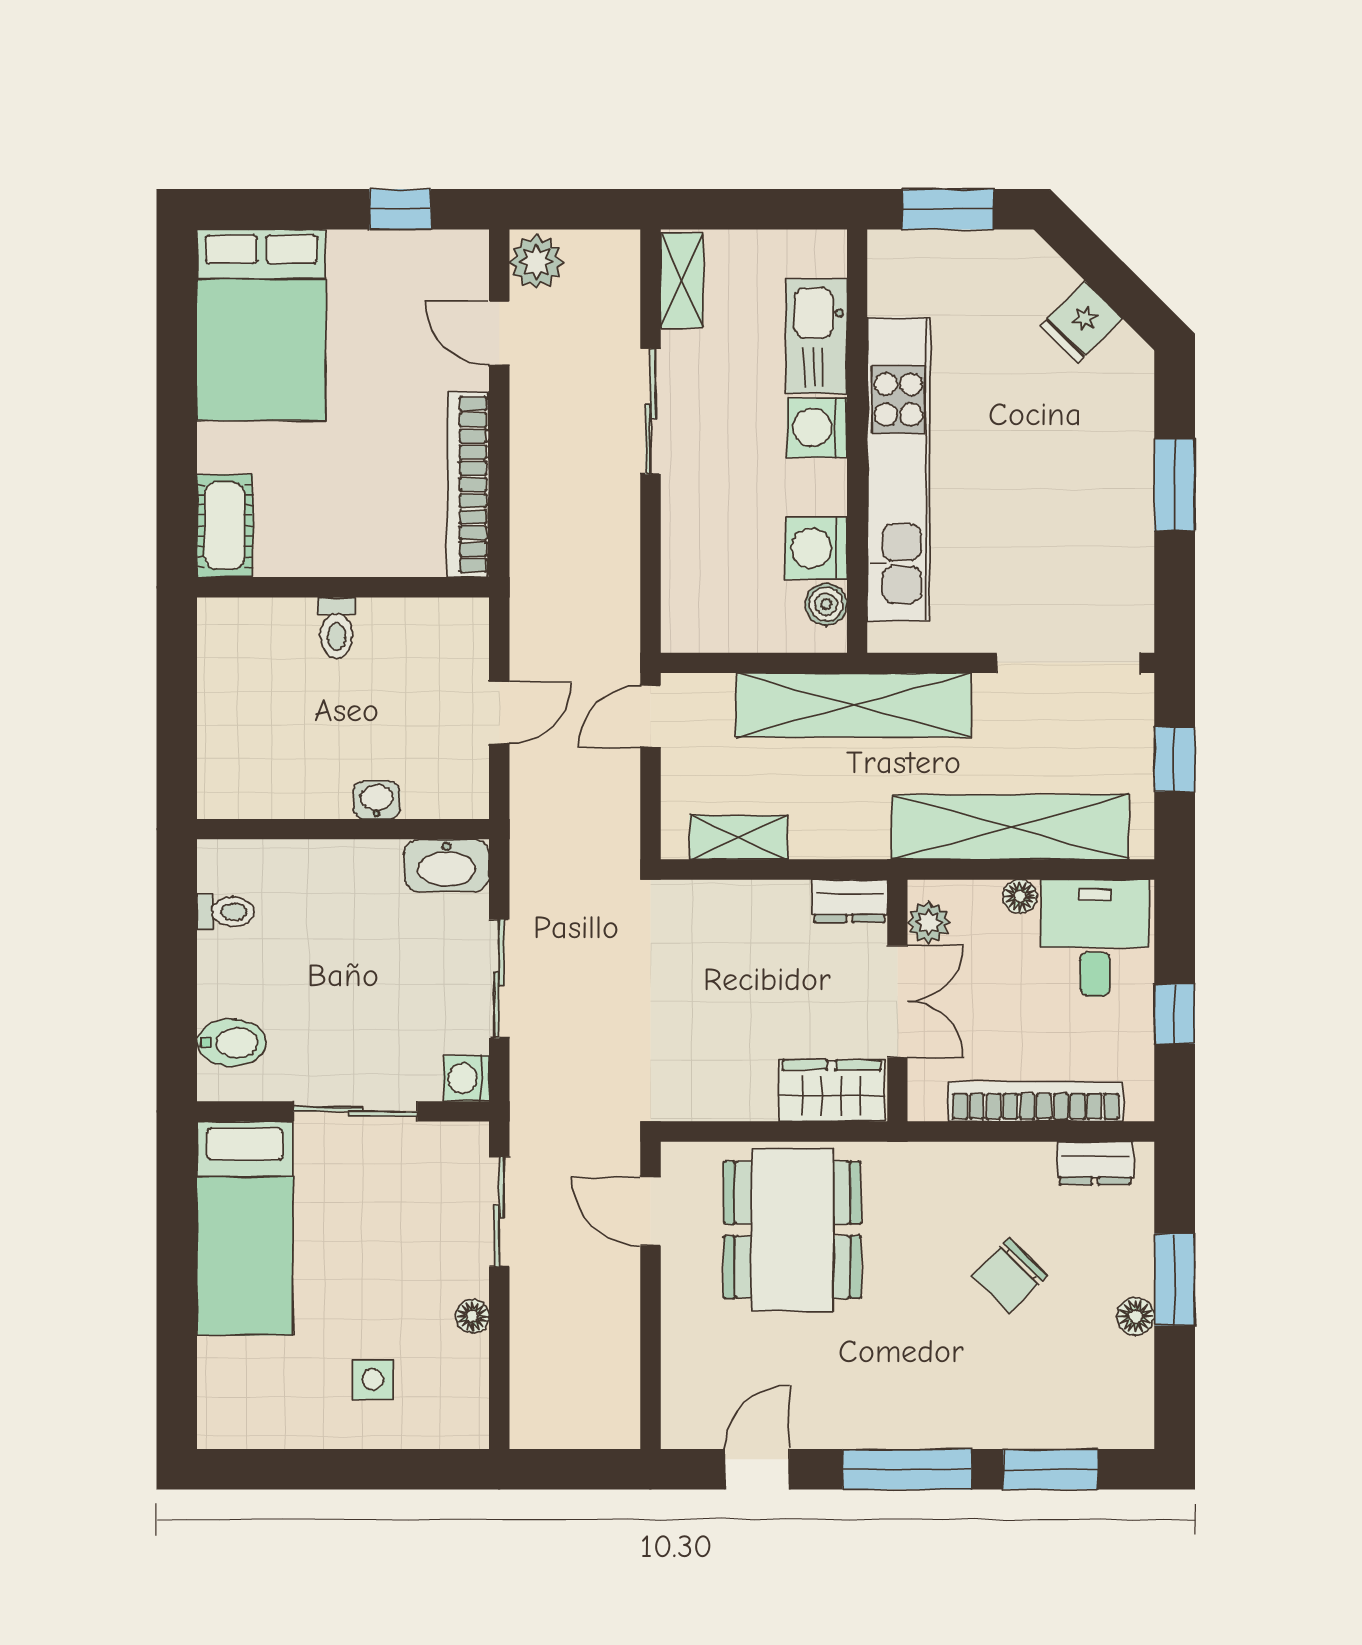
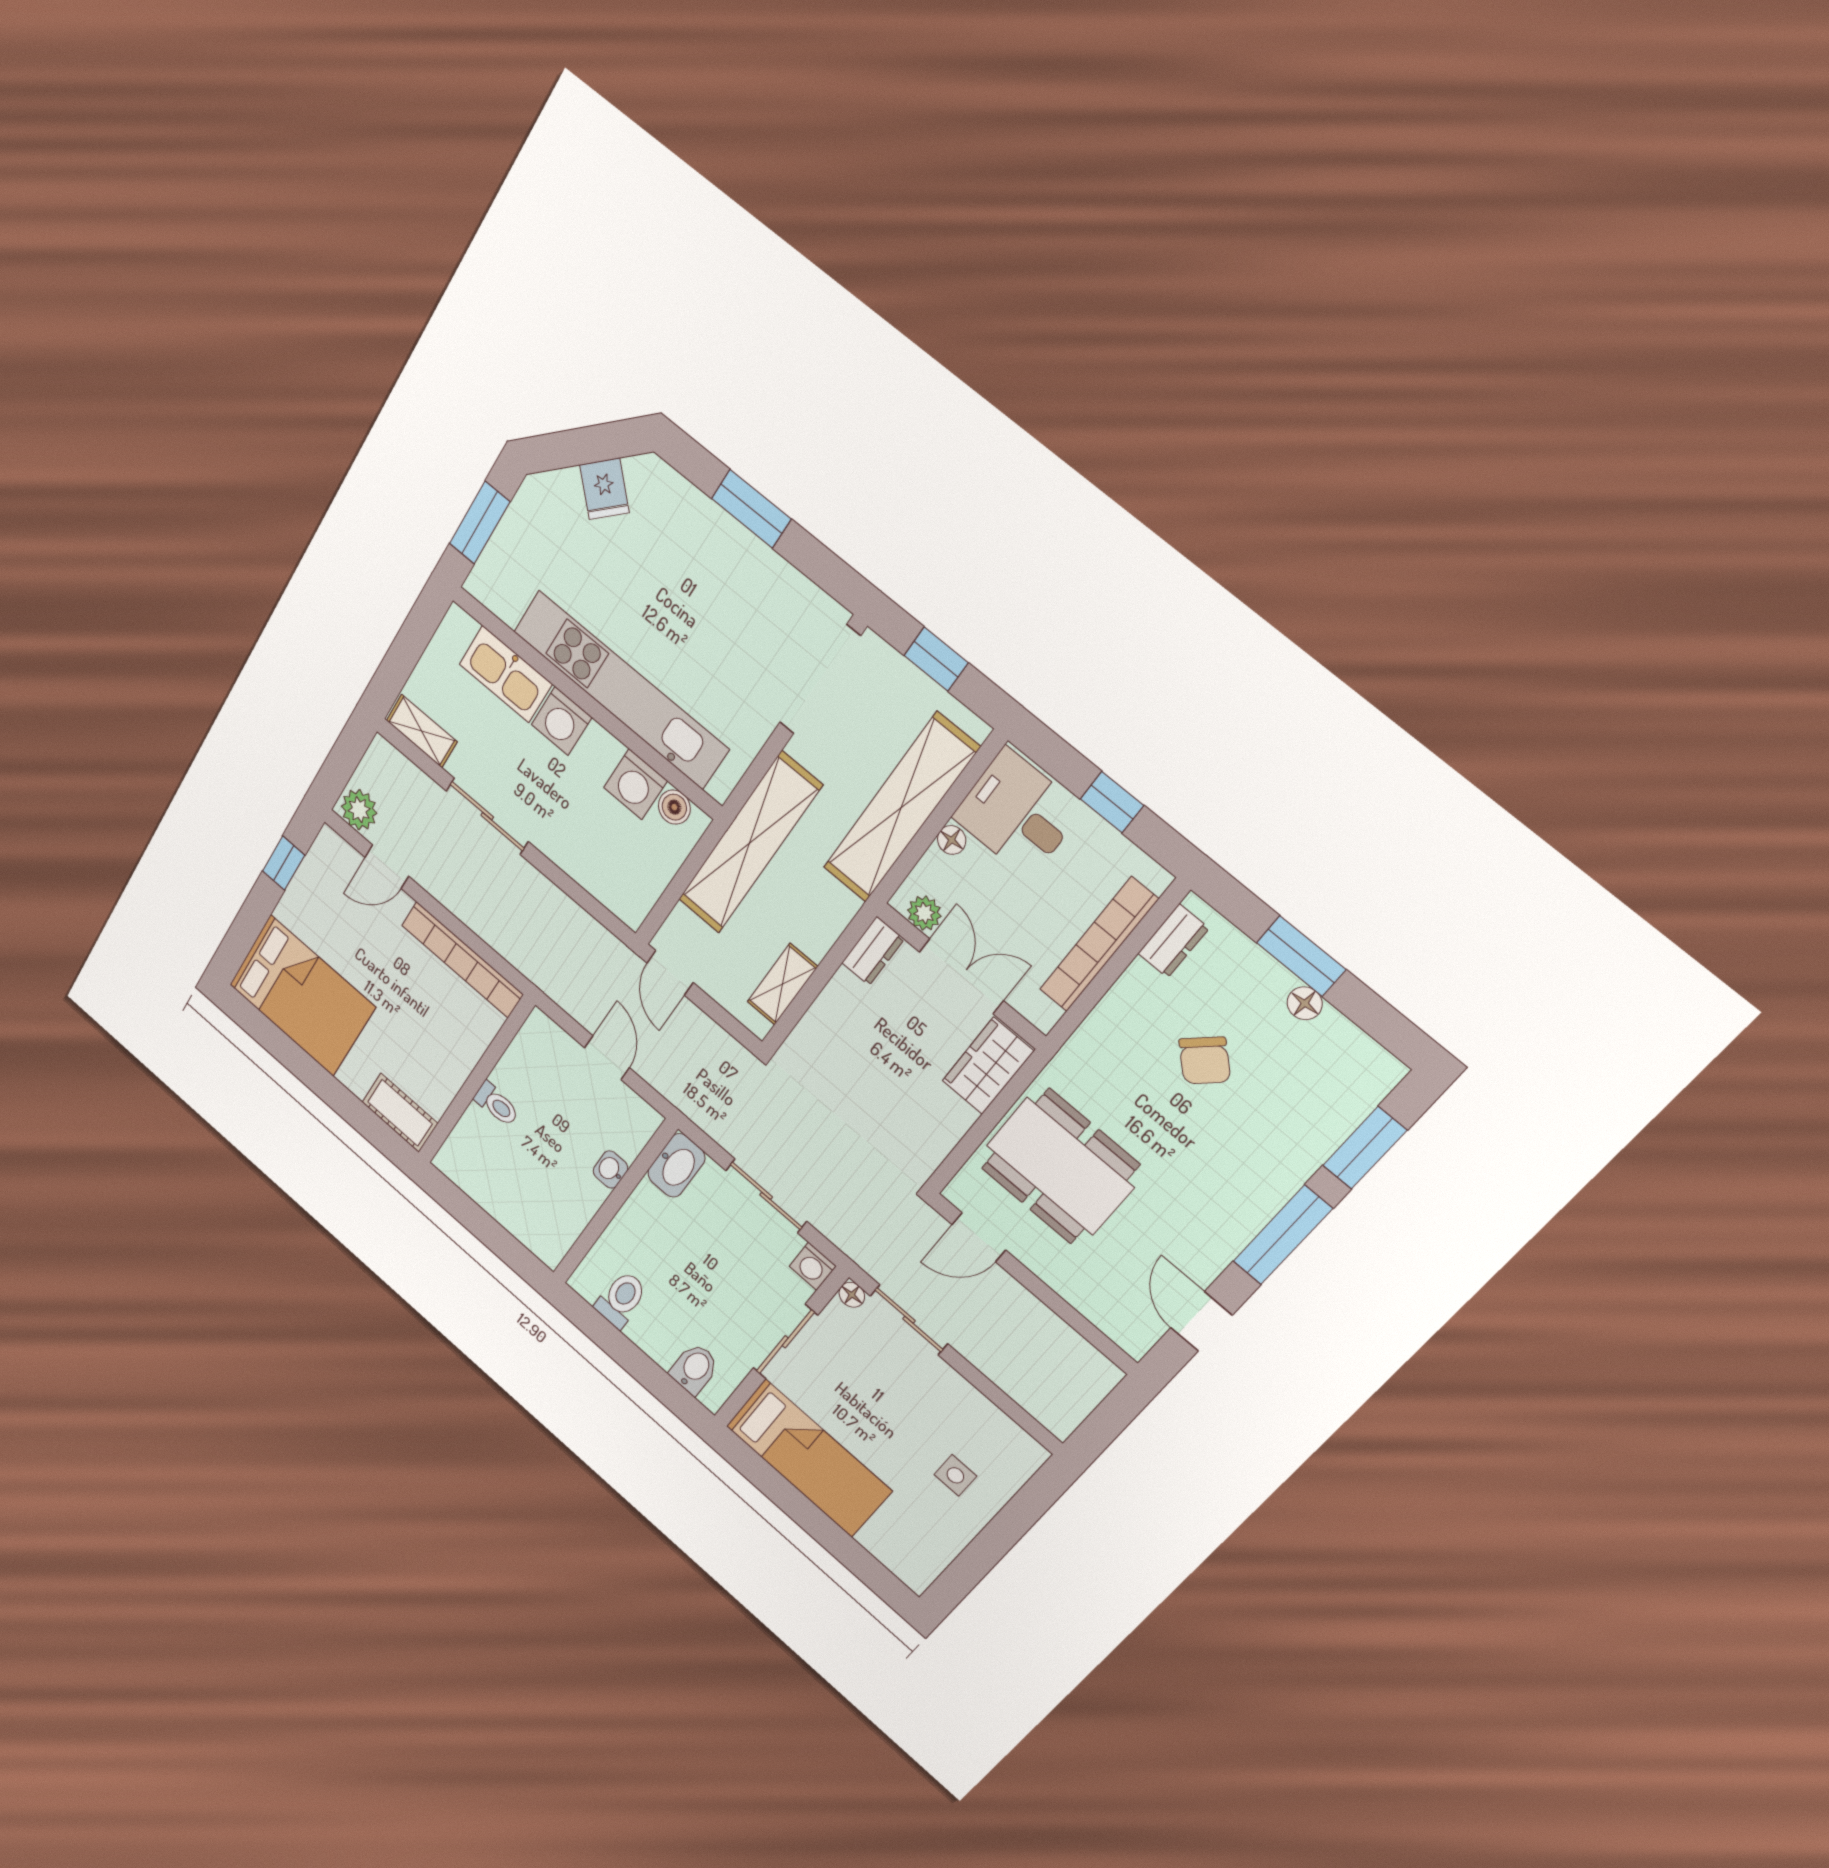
toilet: (226, 912) -> (621, 1299), width x1.37, depth x1.39
floor lamp: (472, 1316) -> (852, 1295), moved

